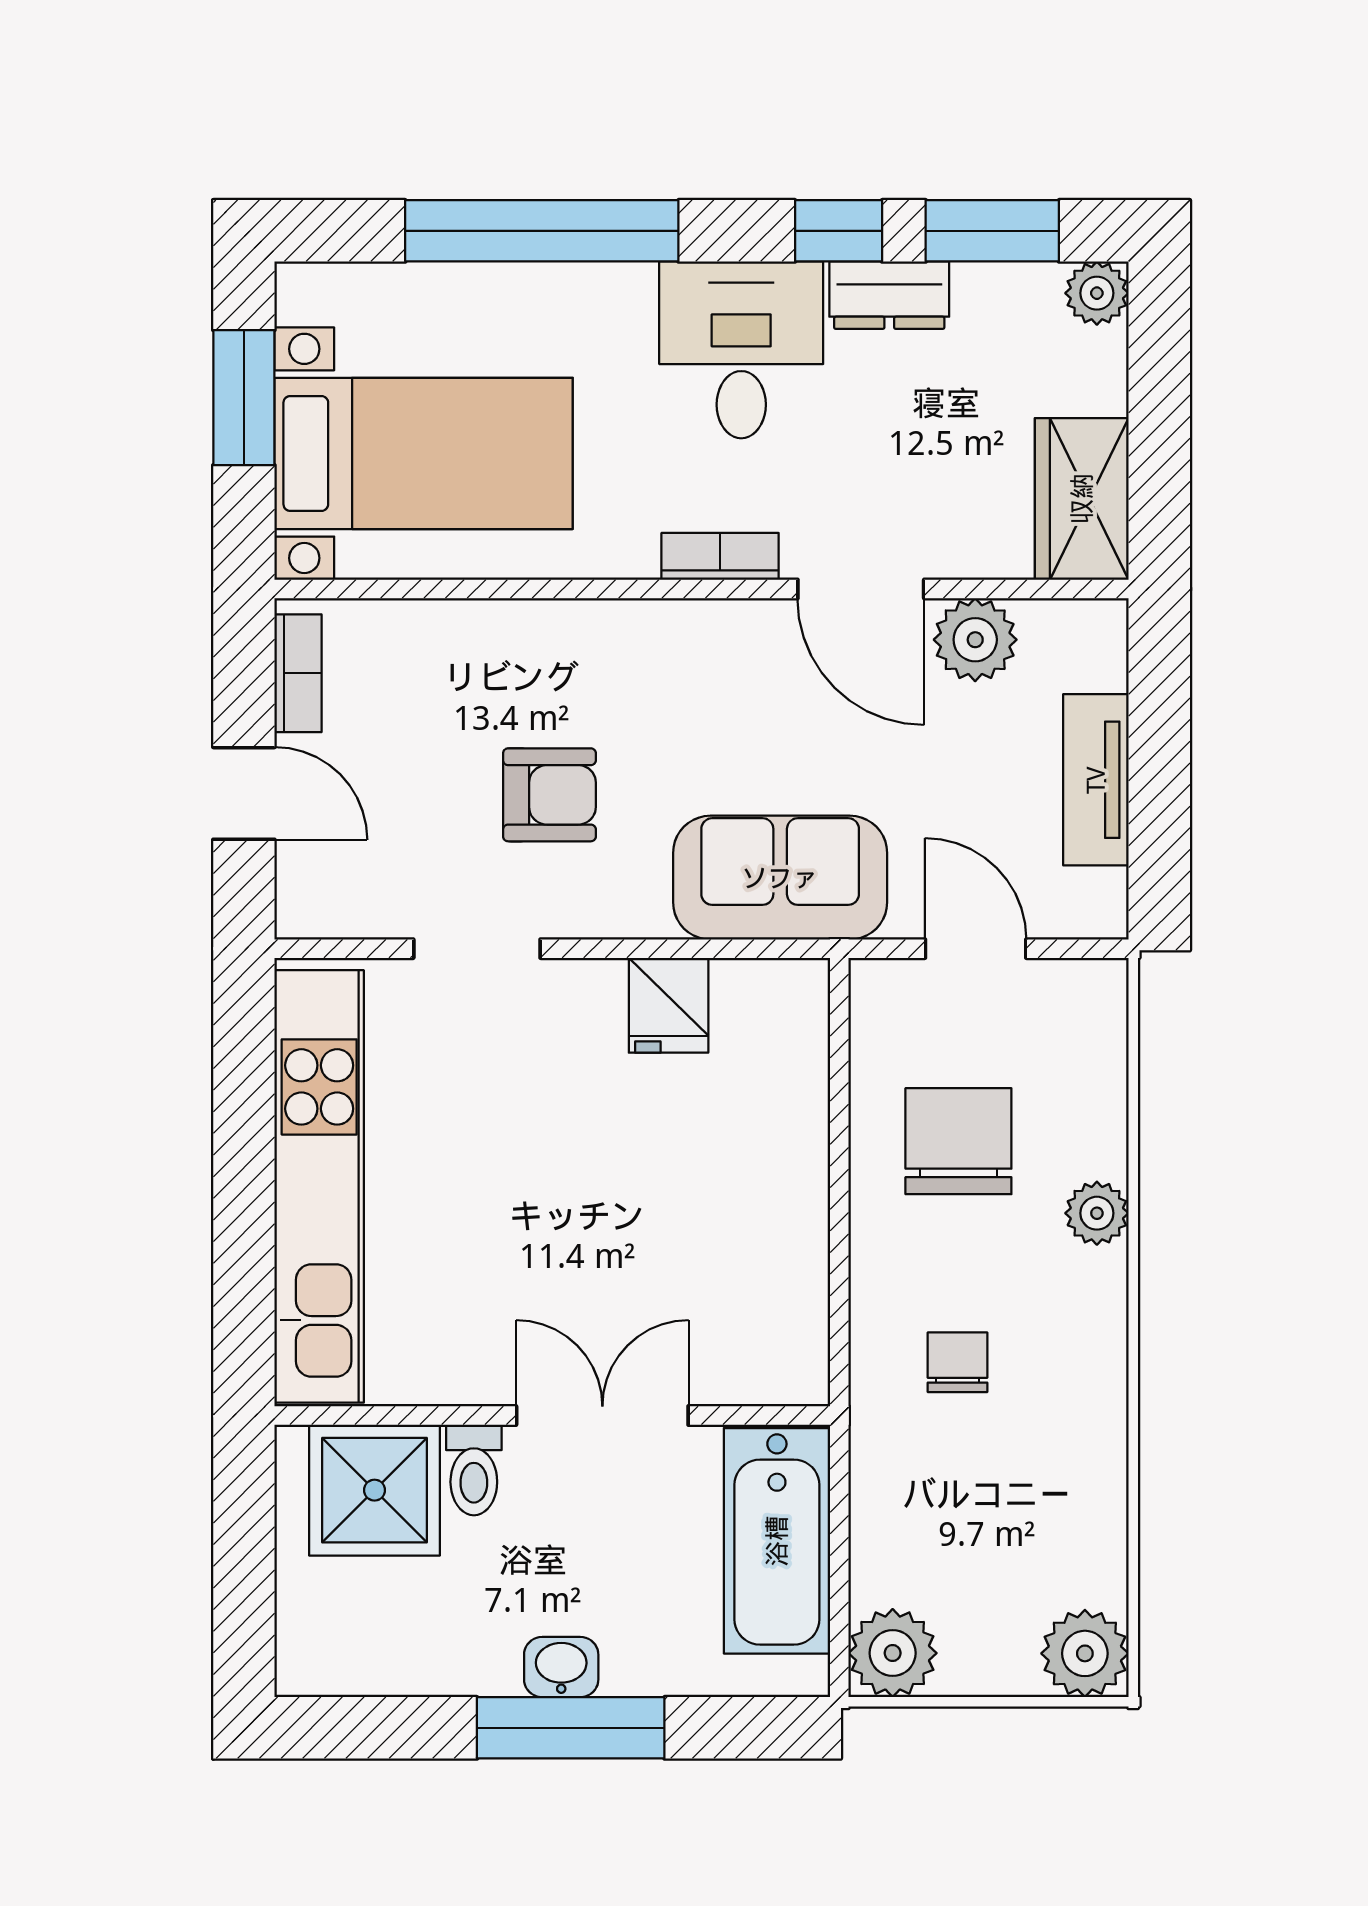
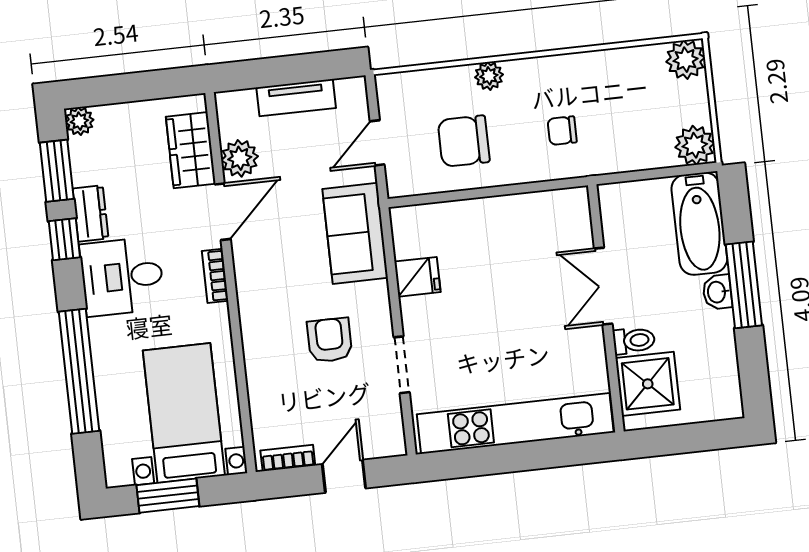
wardrobe: (1082, 499) -> (191, 150), moved, turned 90
bathtub: (777, 1541) -> (699, 224), moved, turned 90

